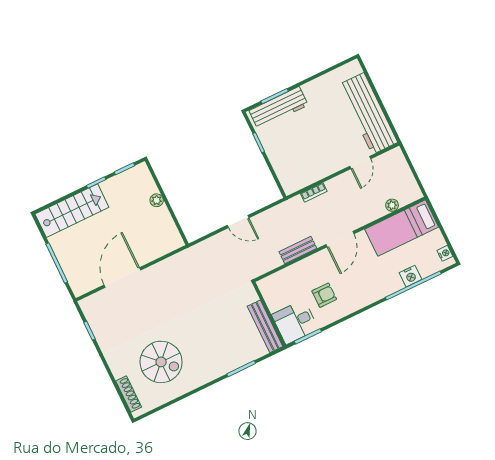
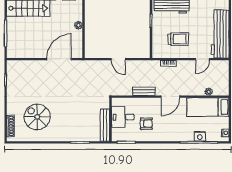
trolley: (311, 150) -> (178, 39), added
door: (122, 277) -> (59, 59), moved
desk: (295, 322) -> (123, 117), moved
spiral stairs: (161, 362) -> (37, 117), turned 180

